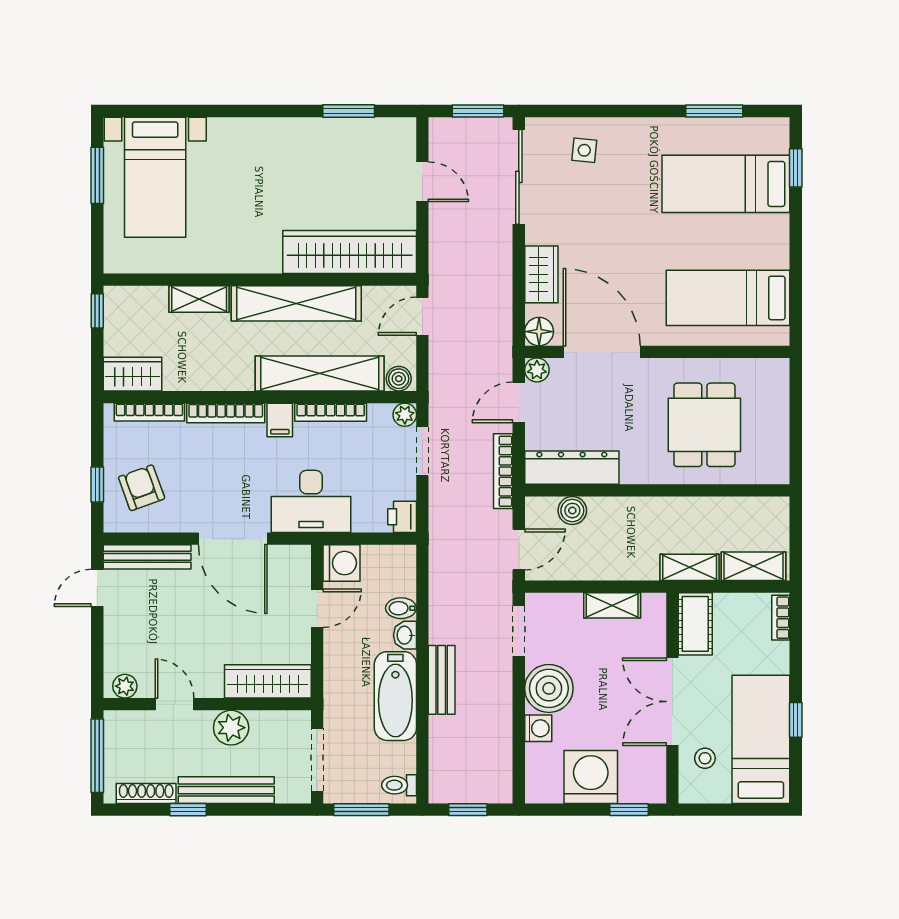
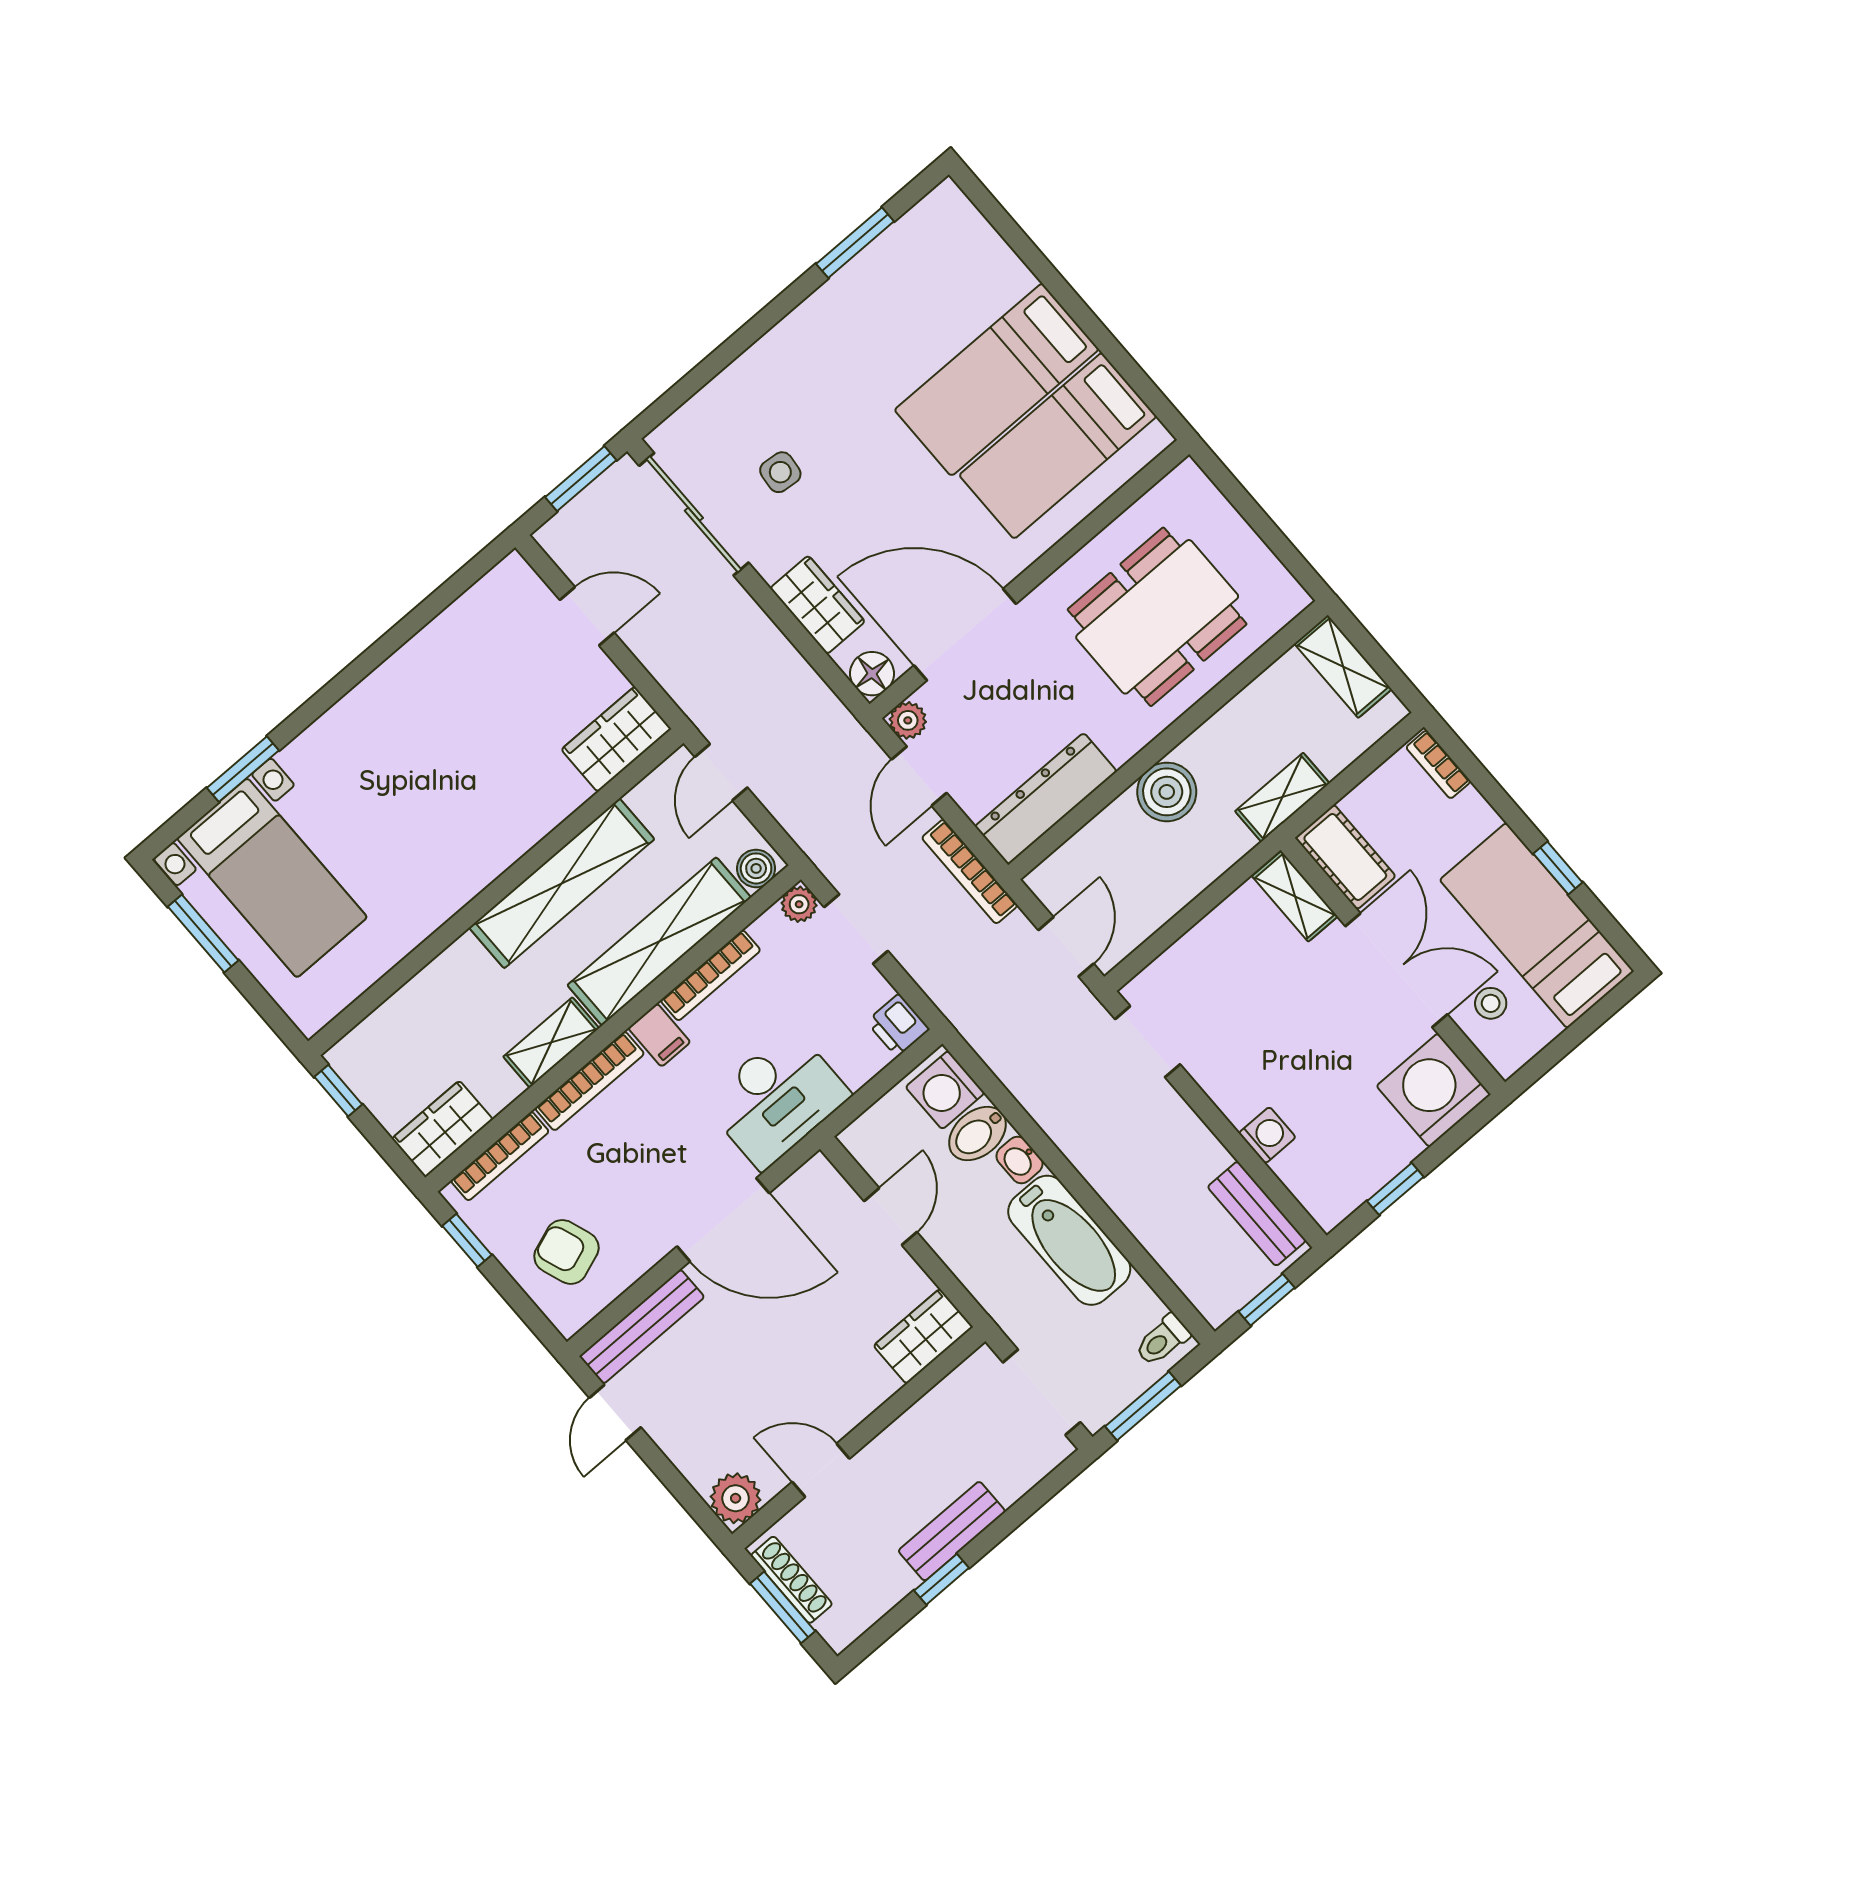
window: (349, 111) -> (243, 769), moved
side table: (584, 150) -> (780, 472), moved
window: (796, 168) -> (1007, 227), removed
bed: (726, 184) -> (997, 380), moved
wardrobe: (350, 252) -> (616, 739), width x0.48, depth x0.85
shelving: (199, 299) -> (551, 1042), moved
dining table: (704, 425) -> (1157, 617), width x1.37
window: (97, 485) -> (467, 1240), moved
boiler: (572, 511) -> (1167, 792), moved, width x1.36, depth x1.36
washing machine: (342, 563) -> (945, 1090), moved, turned 180
shelving: (754, 566) -> (1343, 666), moved, turned 90
shelving: (612, 605) -> (1295, 896), moved, turned 90
bidet: (401, 608) -> (978, 1134), width x1.38, depth x1.36
bench: (442, 680) -> (1257, 1214), moved
wardrobe: (268, 681) -> (923, 1336), width x0.67
plant: (125, 686) -> (736, 1498), width x1.38, depth x1.38
boiler: (549, 688) -> (1240, 1078), removed
double door: (672, 702) -> (1396, 970), swing flipped
plant: (231, 728) -> (910, 1441), removed
window: (97, 756) -> (783, 1607), width x0.69
washing machine: (591, 777) -> (1434, 1090), moved
bench: (226, 790) -> (952, 1531), width x0.73
shoe rack: (146, 793) -> (791, 1580), moved, turned 90
window: (629, 810) -> (1395, 1189), moved

